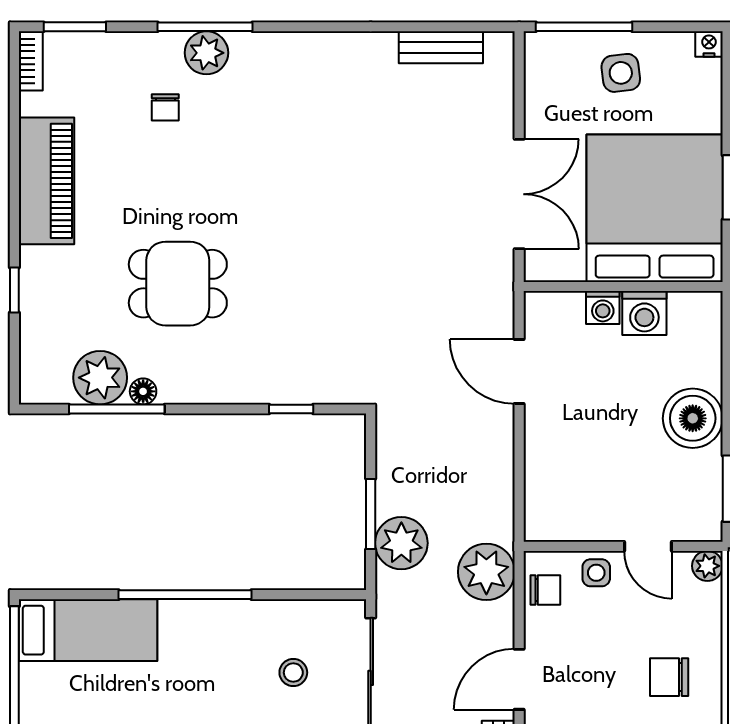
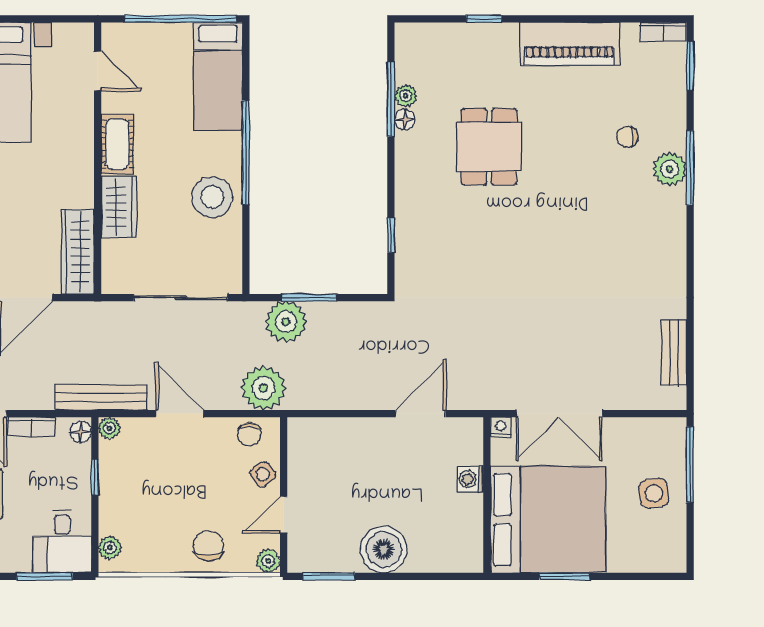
nightstand: (709, 44) -> (501, 427), moved, turned -90
washing machine: (644, 313) -> (466, 512), removed
plant: (100, 378) -> (406, 96), width x0.53, depth x0.53
side table: (596, 573) -> (263, 474), turned -35
stool: (293, 673) -> (212, 197), moved, width x1.89, depth x1.89
chair: (669, 677) -> (208, 546), moved

